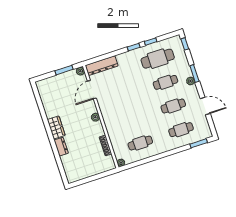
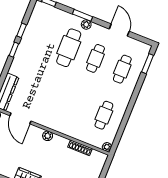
cafe table: (158, 59) -> (42, 37), removed
cafe table: (165, 82) -> (69, 48), width x1.37, depth x1.35
door: (205, 106) -> (119, 30), hinge flipped

